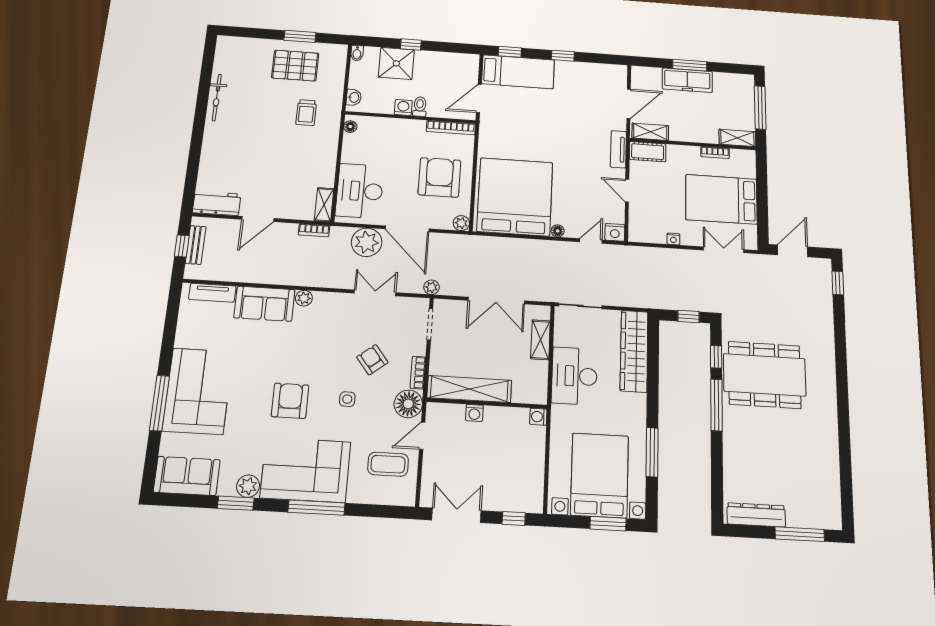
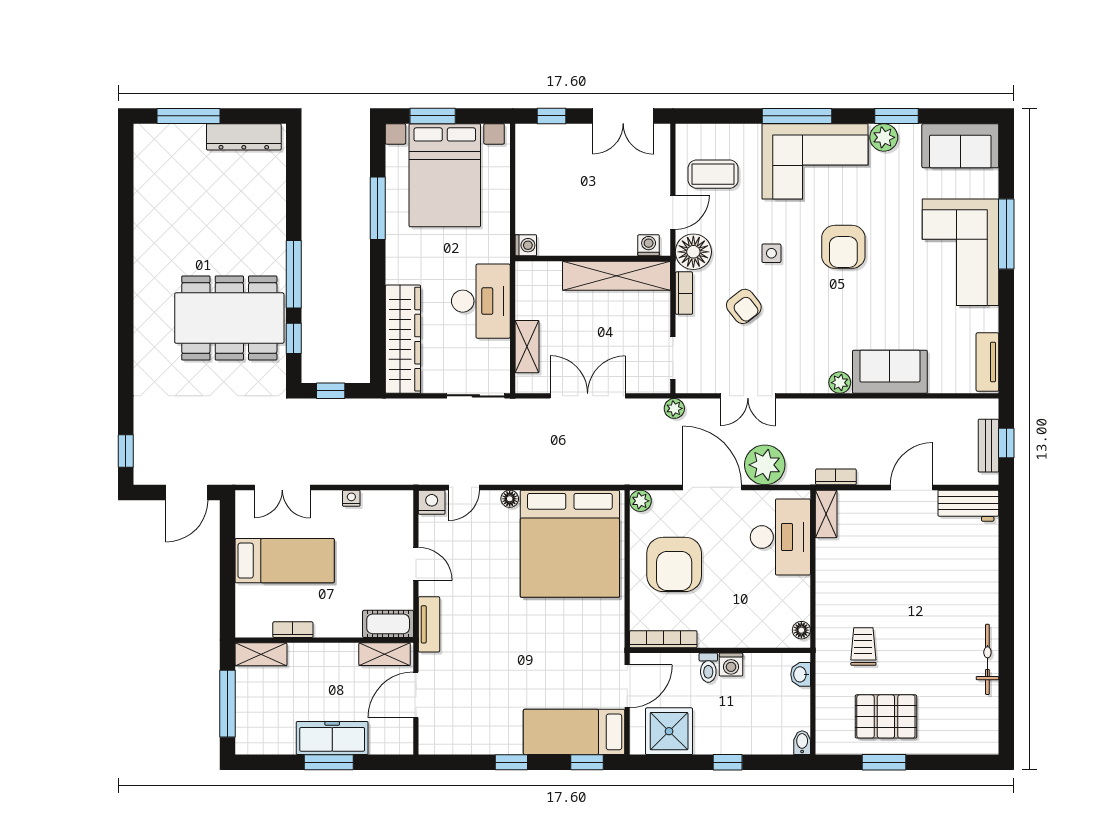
shower: (396, 63) -> (669, 731), moved
bed: (721, 199) -> (285, 561), width x0.67
tv unit: (212, 293) -> (987, 362), moved, turned -90
washing machine: (474, 413) -> (649, 245), moved

